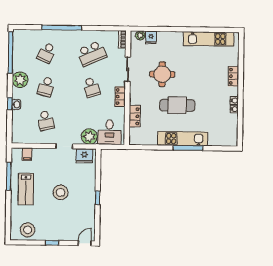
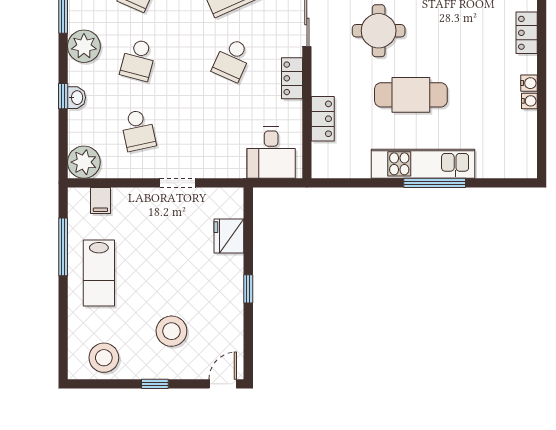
school desk: (91, 87) -> (232, 60), turned 42
plant: (89, 137) -> (84, 162), moved
fridge: (84, 156) -> (229, 236), moved, turned 90
stool: (61, 192) -> (171, 331), moved

